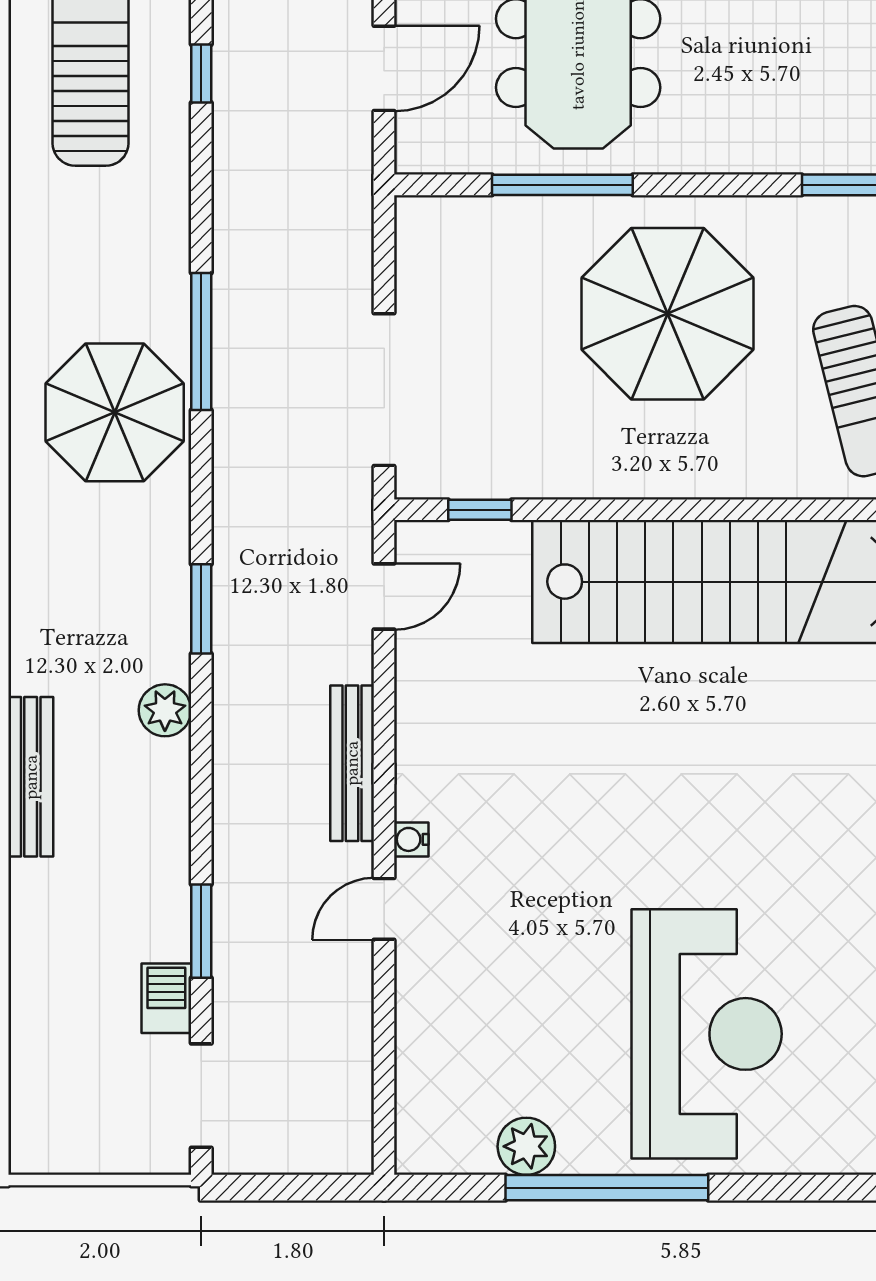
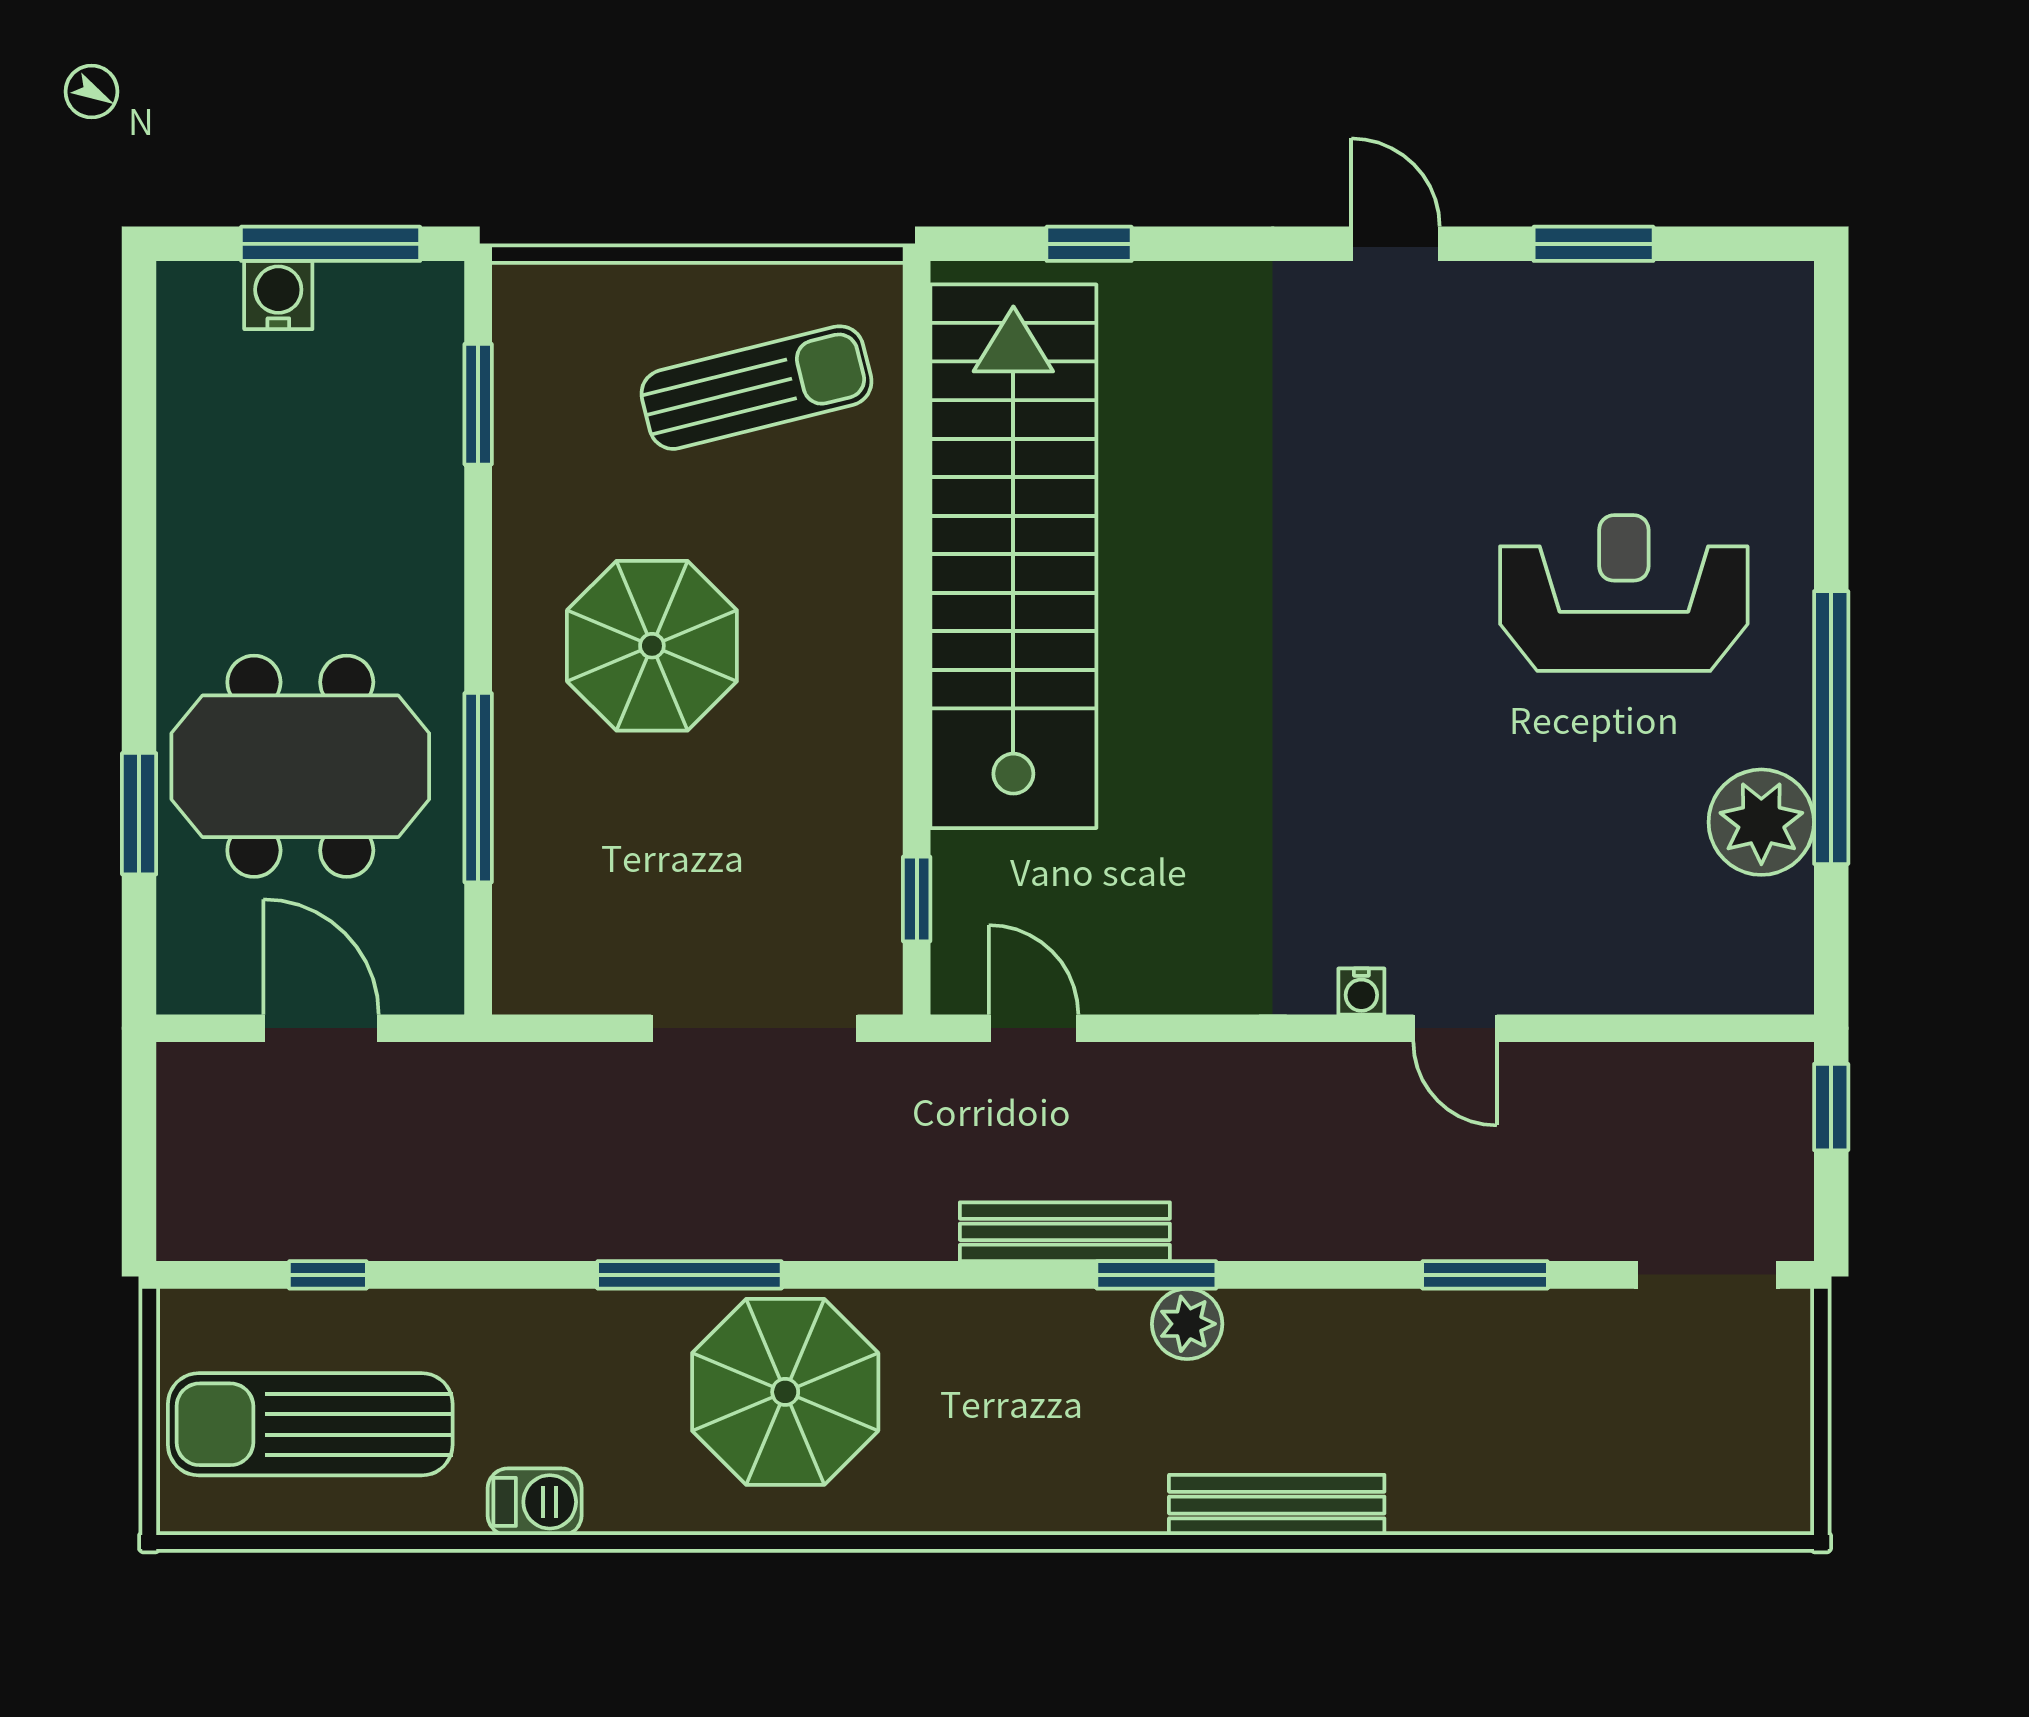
parasol: (668, 314) -> (652, 646), width x0.73, depth x0.73
window: (201, 609) -> (1156, 1275), moved
bench: (352, 763) -> (1065, 1232), moved
barbecue: (166, 998) -> (535, 1502), moved, turned 180
reception desk: (707, 1034) -> (1624, 593), width x0.74, depth x0.77
plant: (526, 1146) -> (1761, 822), width x1.36, depth x1.36
window: (326, 1188) -> (1831, 1107), added

